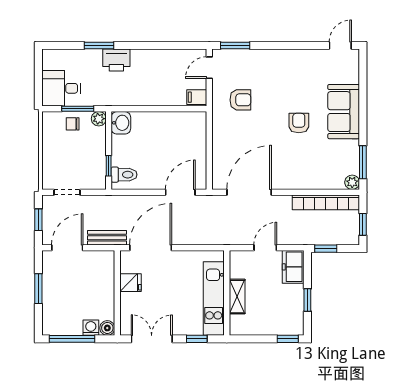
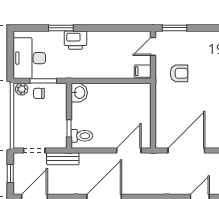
desk: (61, 88) -> (29, 58), width x1.37
plant: (99, 119) -> (22, 89), moved
bench: (107, 238) -> (63, 159), moved

